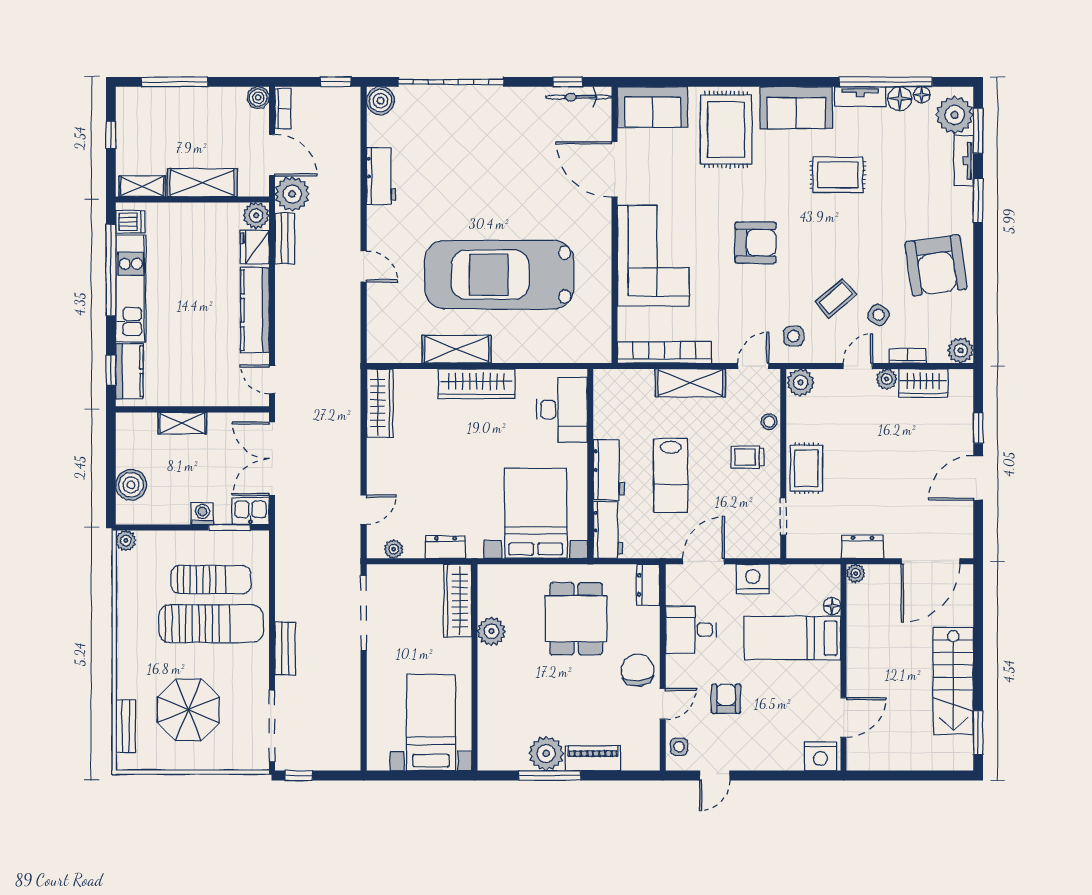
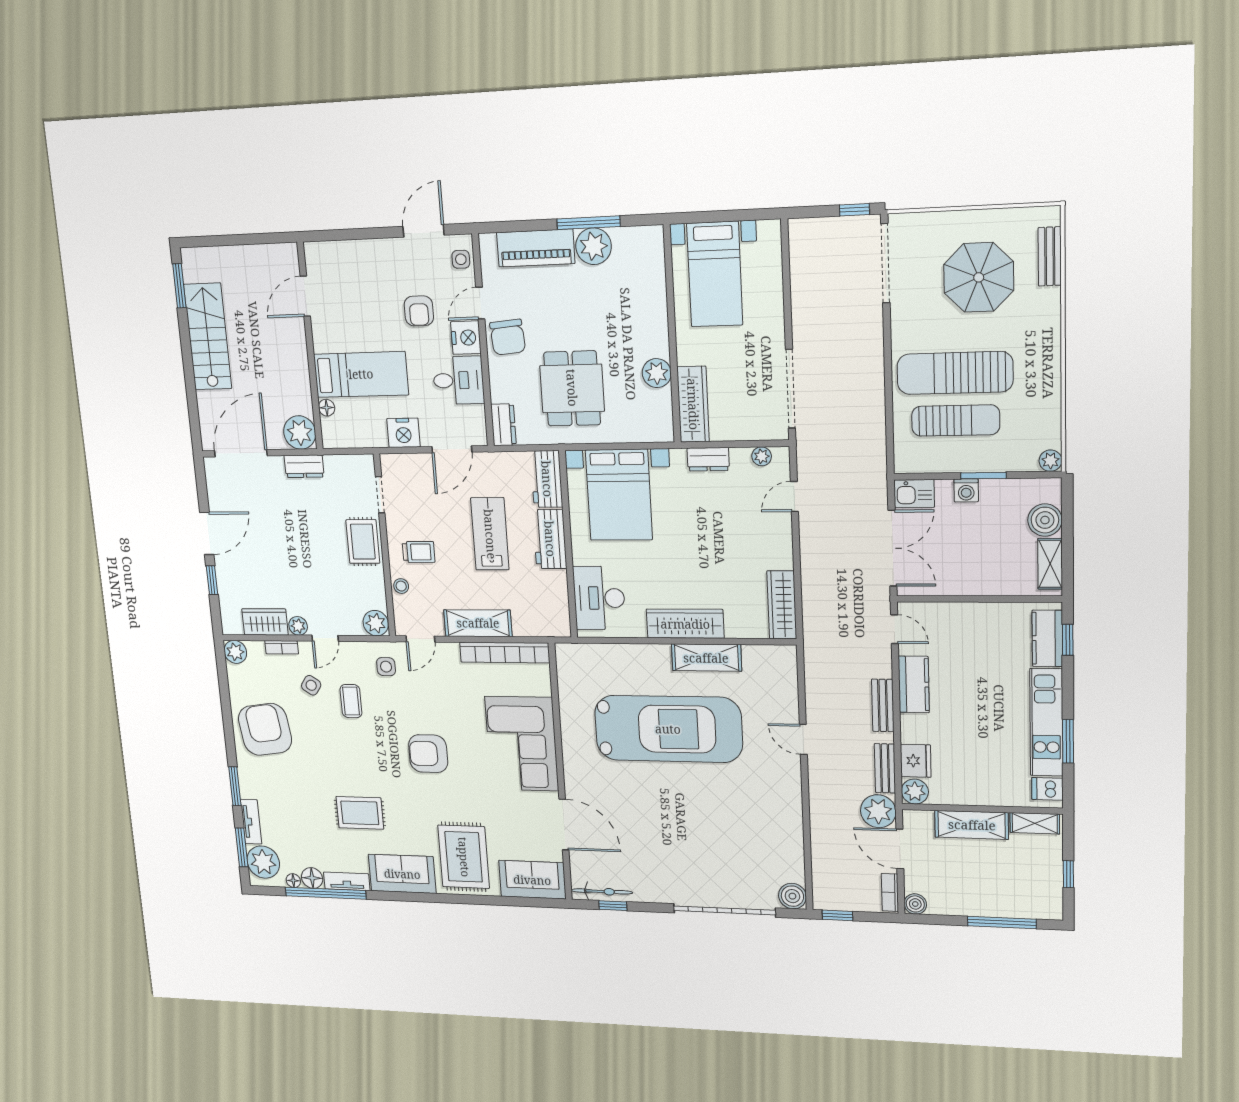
workbench: (381, 176) -> (789, 825), removed
window: (111, 270) -> (1068, 741), width x0.47
coffee table: (836, 298) -> (351, 701), turned -50
kitchen counter: (255, 310) -> (914, 684), width x0.67
shelving: (182, 423) -> (1050, 564), moved, turned 90
window: (229, 528) -> (983, 476), moved
plant: (856, 573) -> (300, 432), width x1.87, depth x1.87
sun lounger: (211, 580) -> (956, 420), turned 180
bench: (285, 649) -> (883, 705), moved
nightstand: (820, 756) -> (466, 338), moved, turned 90
piano: (593, 758) -> (536, 248), width x1.37, depth x1.33
door: (715, 775) -> (423, 231), width x1.38

